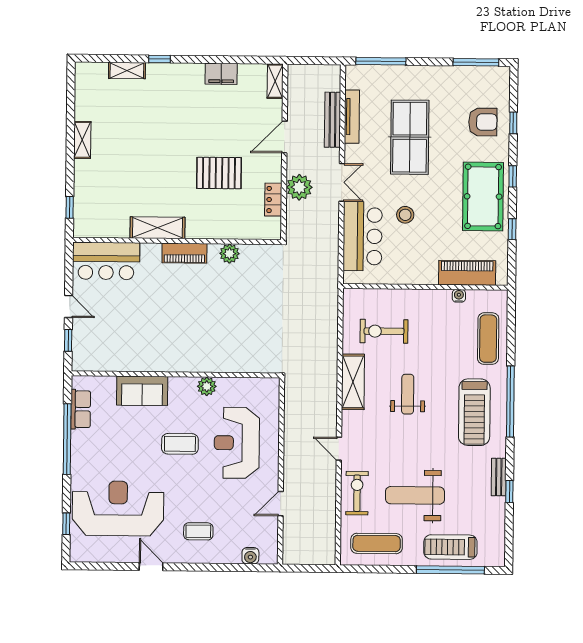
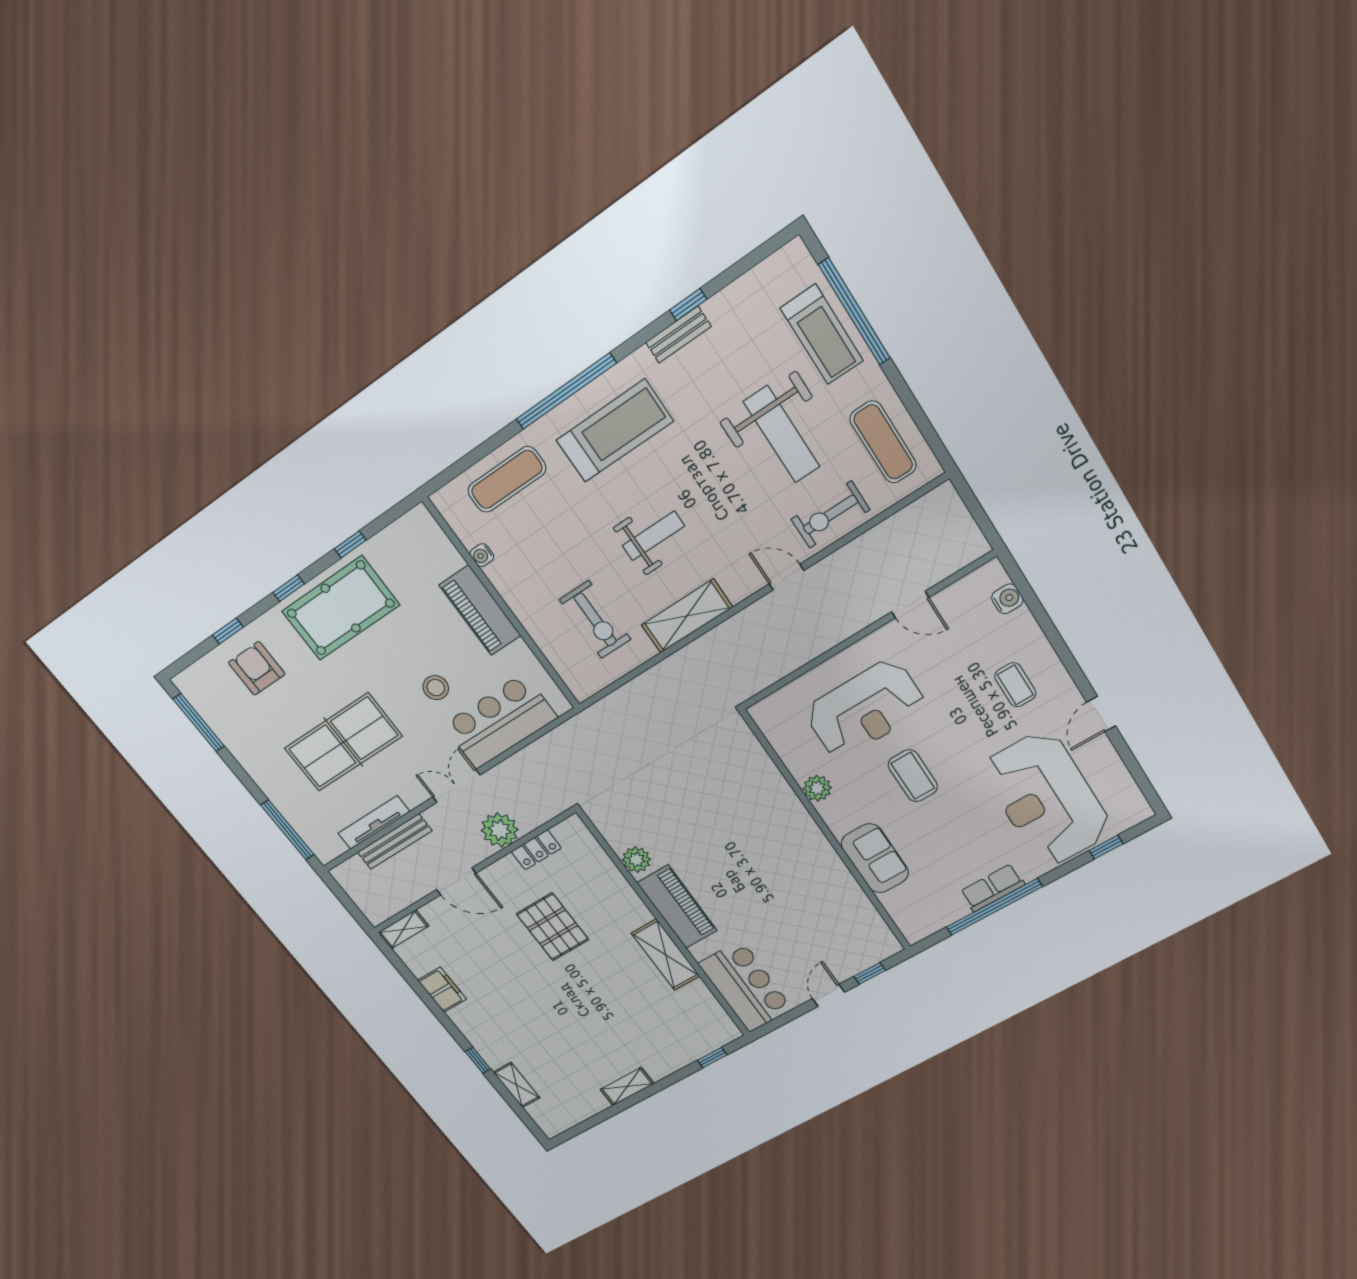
piano: (184, 253) -> (677, 907), width x1.37, depth x1.33
piano: (467, 273) -> (480, 610), moved
weight bench: (408, 394) -> (653, 536), turned 180
row of seats: (81, 409) -> (992, 888), moved
door: (339, 449) -> (786, 577), swing flipped

